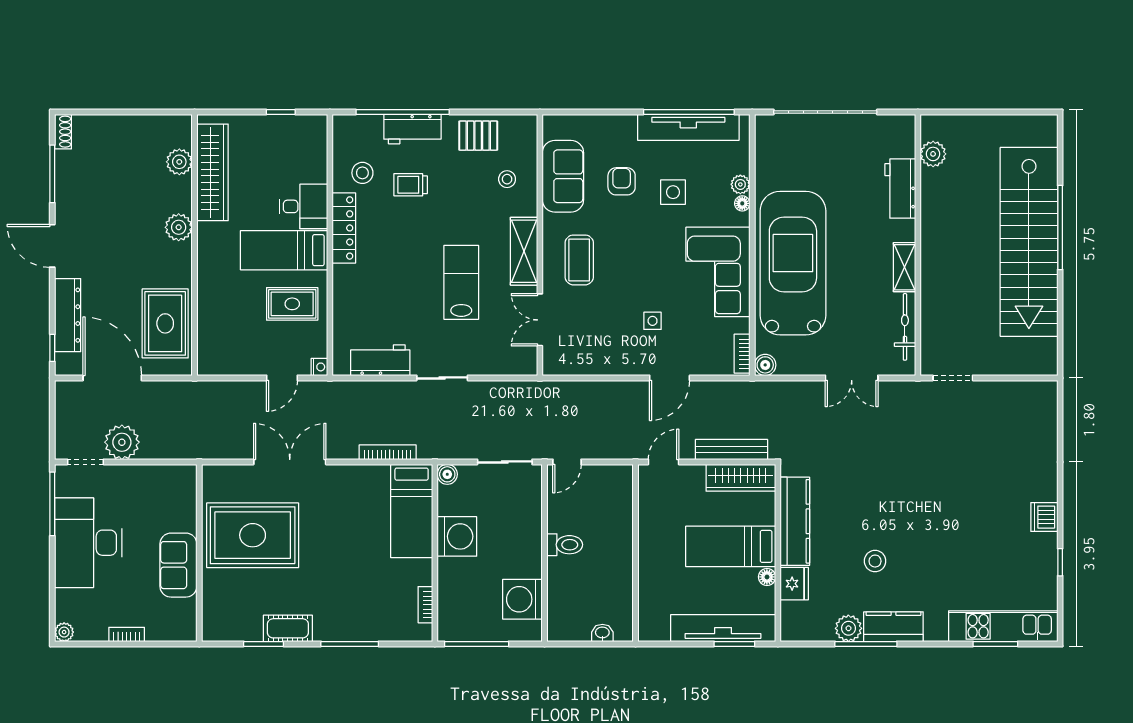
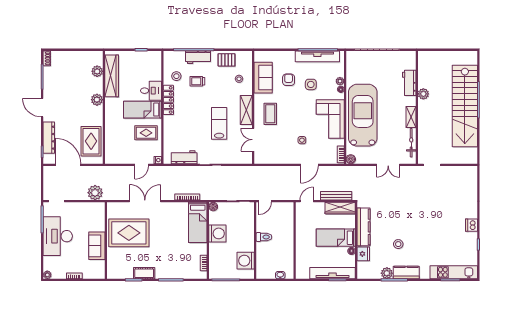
plant: (933, 154) -> (423, 94), moved
plant: (122, 442) -> (95, 193), moved

